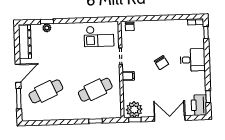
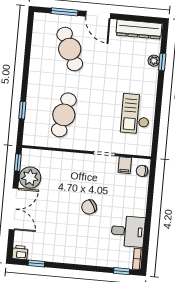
checkout: (99, 36) -> (136, 114), moved
desk: (193, 60) -> (128, 231), moved, turned -90
filing cabinet: (128, 76) -> (125, 165), moved
cafe table: (95, 90) -> (64, 115), turned 36
printer: (199, 105) -> (20, 252), width x0.53, depth x0.68
plant: (134, 110) -> (30, 178), moved

